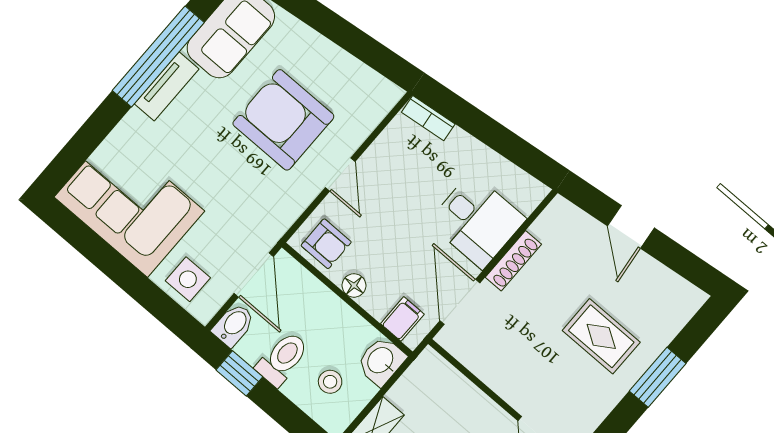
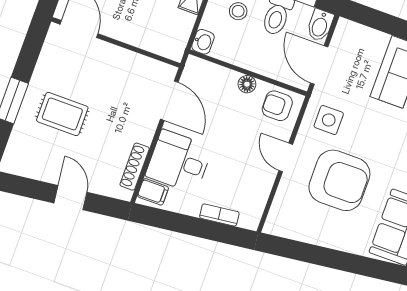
bookcase: (428, 118) -> (219, 215), moved
shoe rack: (513, 261) -> (135, 167), moved
side table: (188, 279) -> (329, 120), moved
filing cabinet: (402, 319) -> (153, 192), moved, turned -90
washbasin: (381, 361) -> (203, 42), width x0.72, depth x0.69

